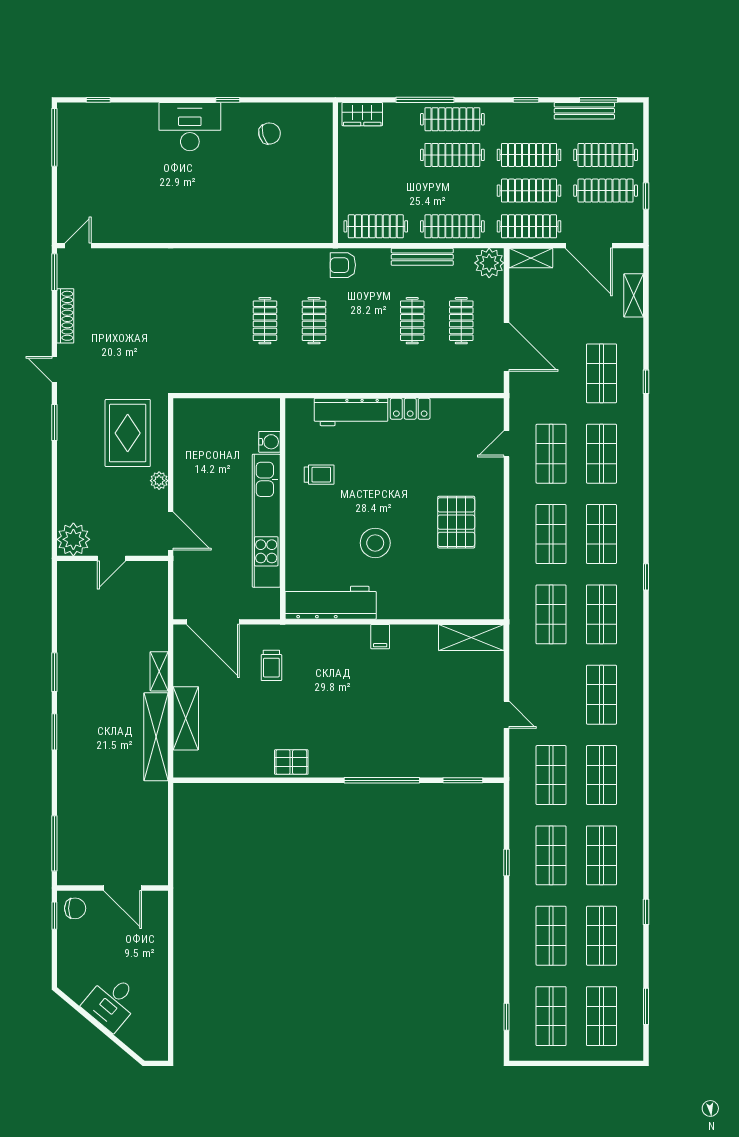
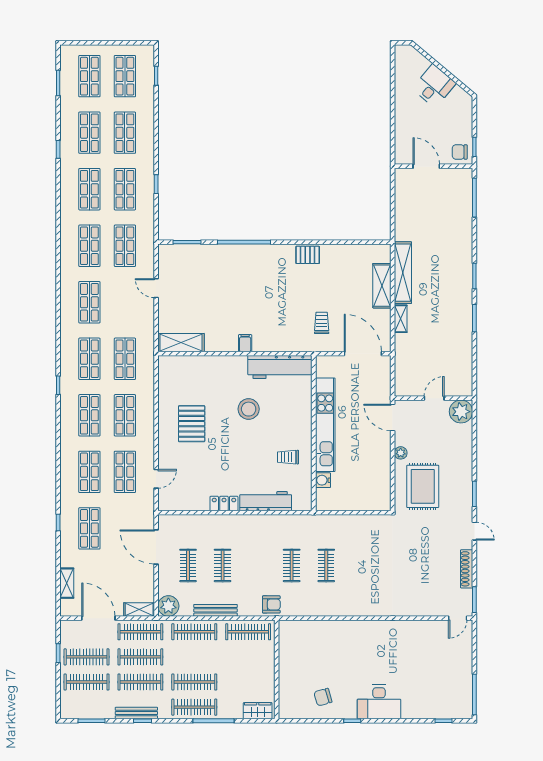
bench: (584, 111) -> (136, 713), moved

